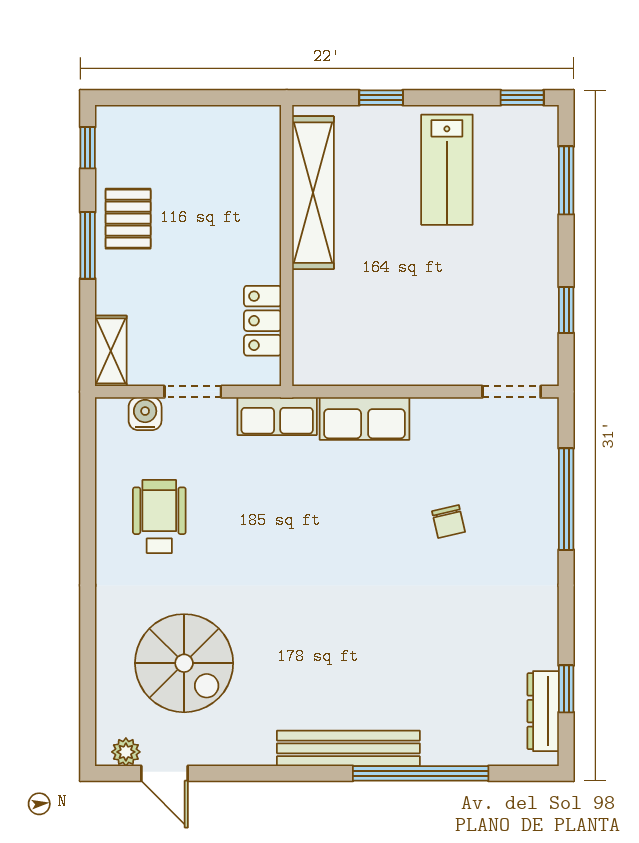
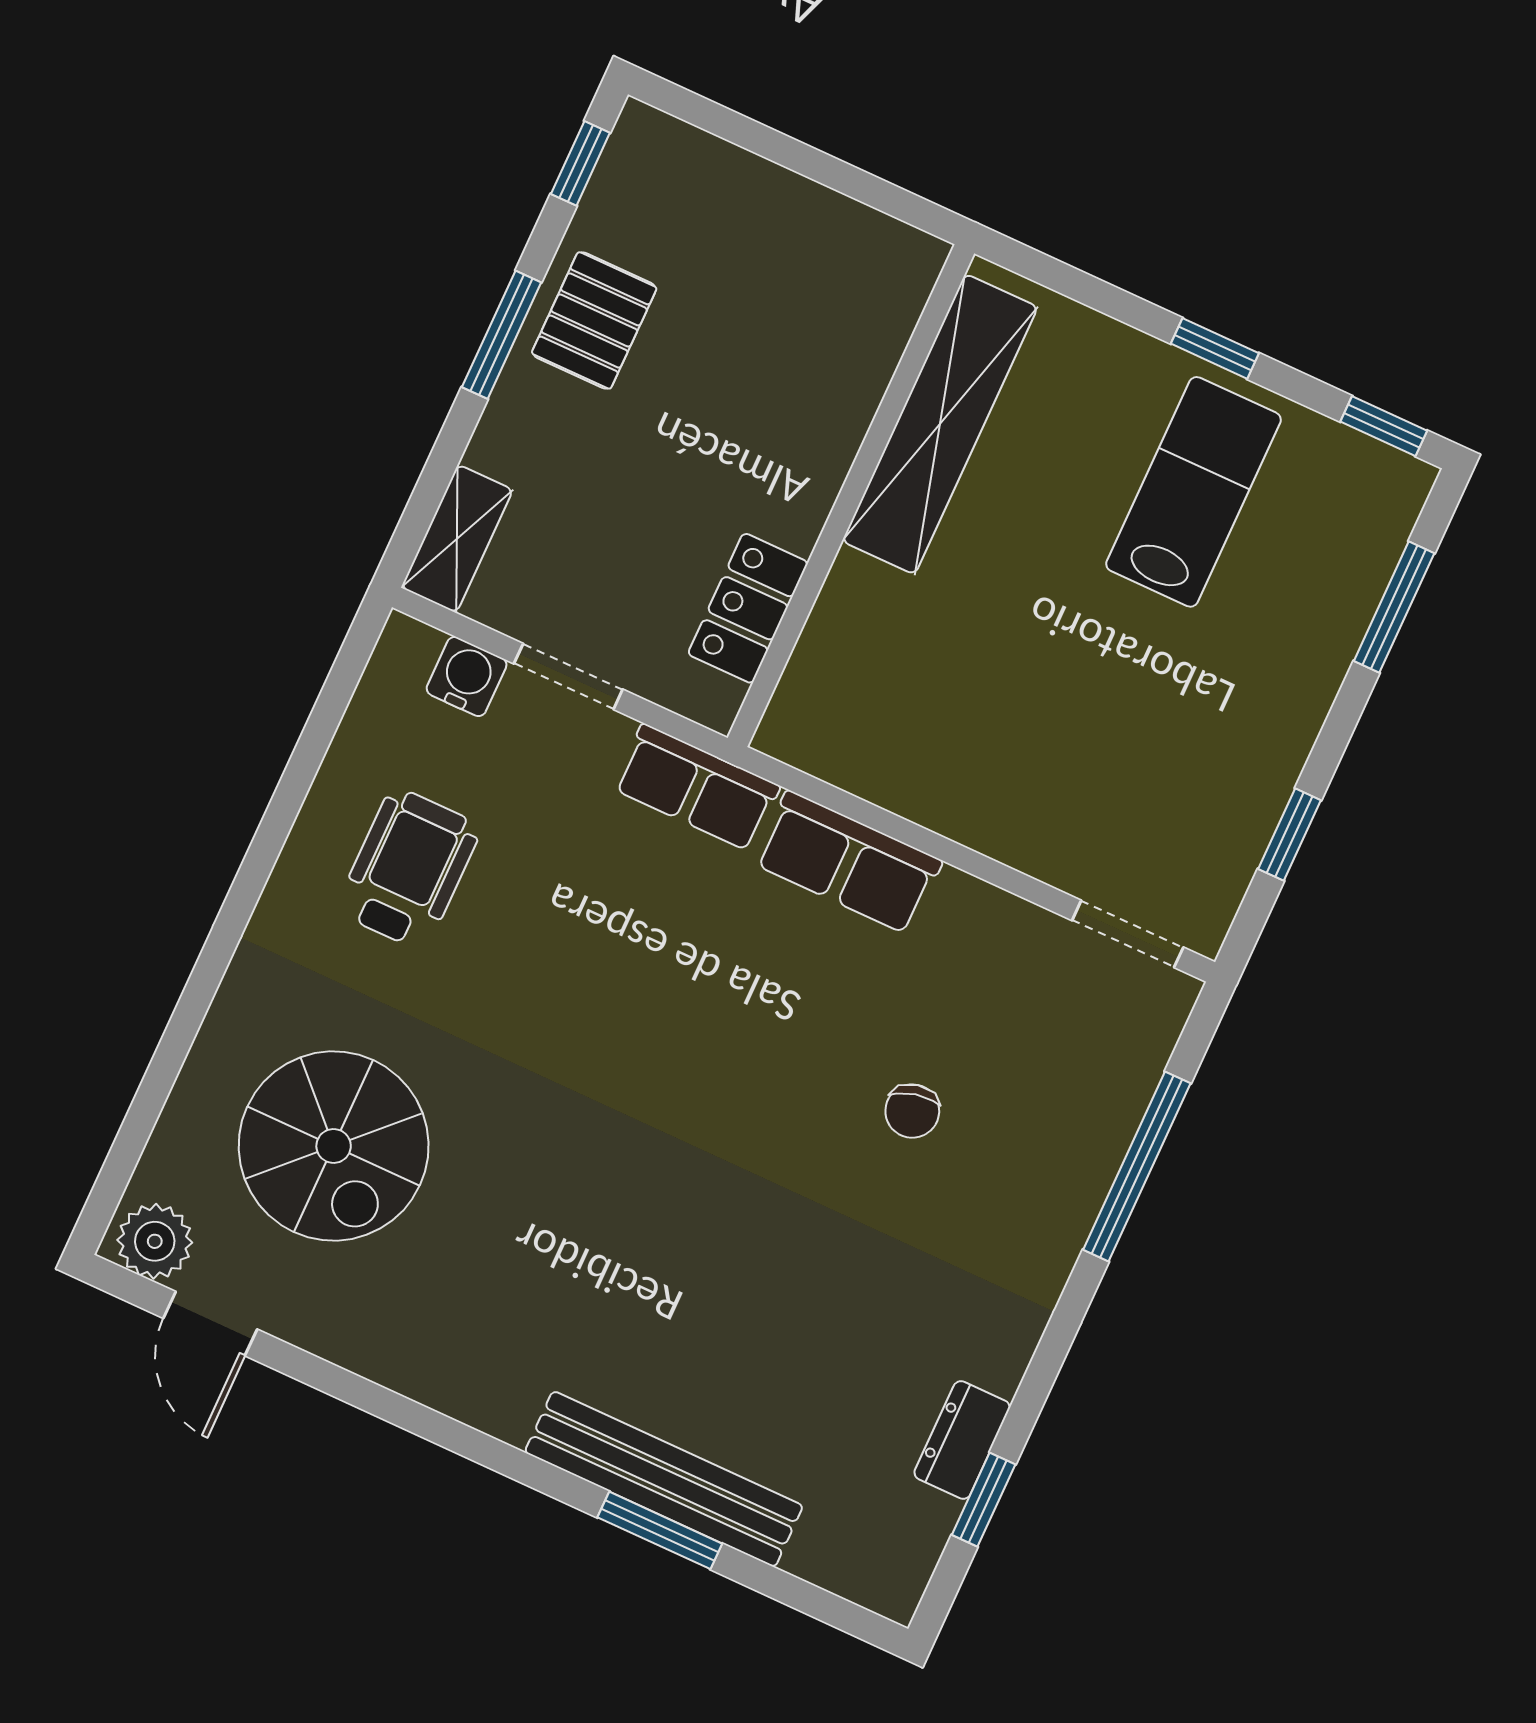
window: (381, 98) -> (1215, 348), moved
lab bench: (447, 170) -> (1194, 492), turned 180
dresser: (543, 711) -> (962, 1440), moved, width x0.70
bench: (348, 748) -> (664, 1479), moved
plant: (126, 752) -> (155, 1241), width x1.38, depth x1.38
window: (421, 773) -> (660, 1530), width x0.47

